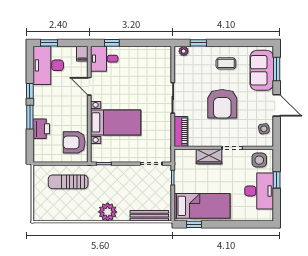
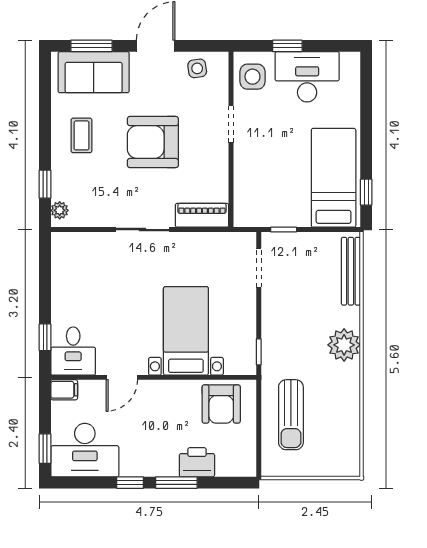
armchair: (222, 104) -> (153, 142), turned 180
wardrobe: (209, 157) -> (246, 165), removed

